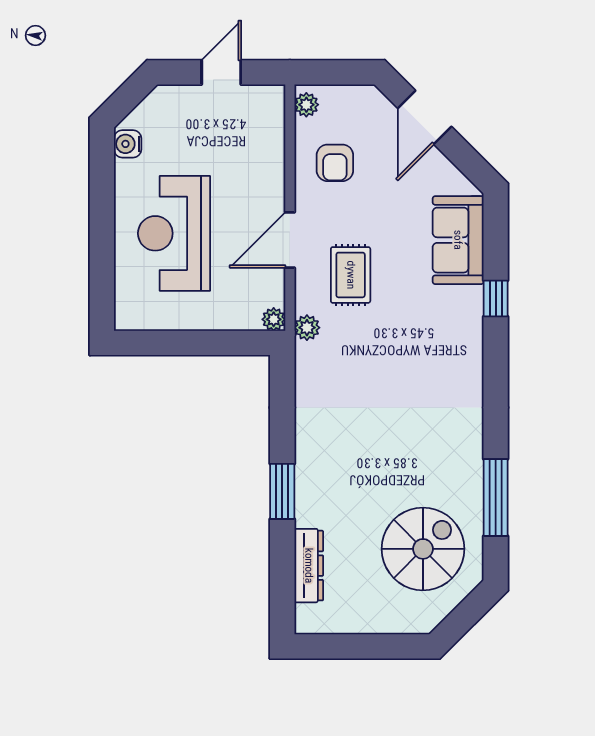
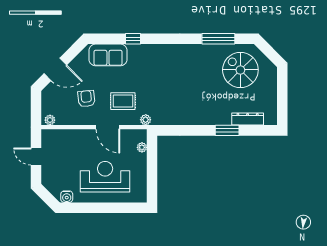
armchair: (335, 163) -> (86, 99), moved, turned -96
reception desk: (174, 233) -> (105, 177), turned 180
plant: (274, 319) -> (142, 147), moved
window: (282, 491) -> (227, 130), moved

